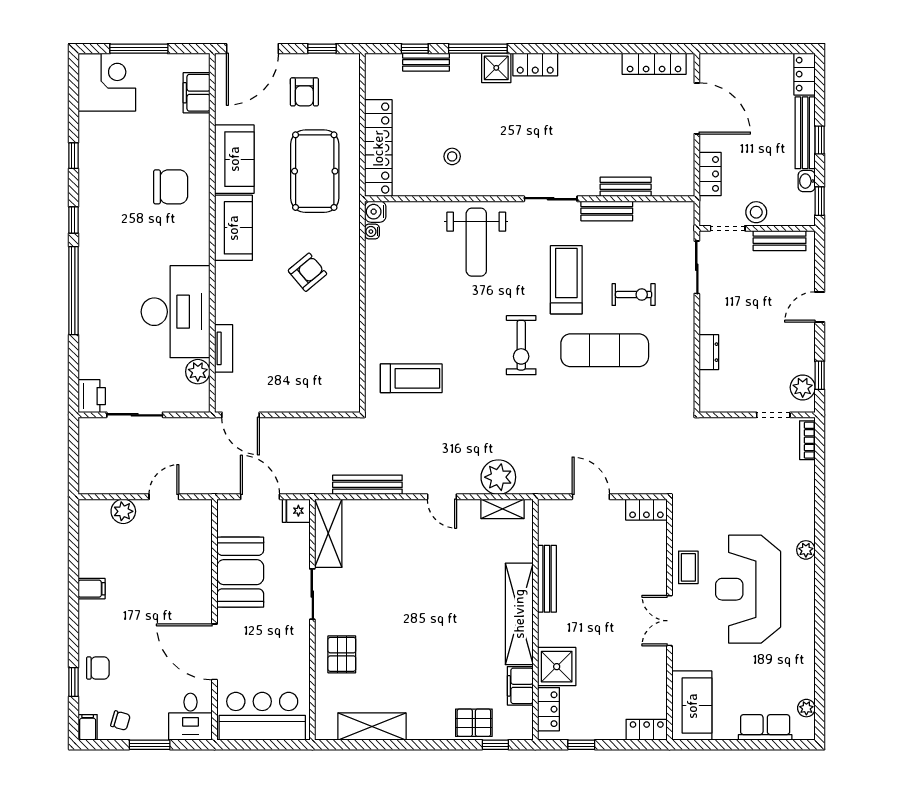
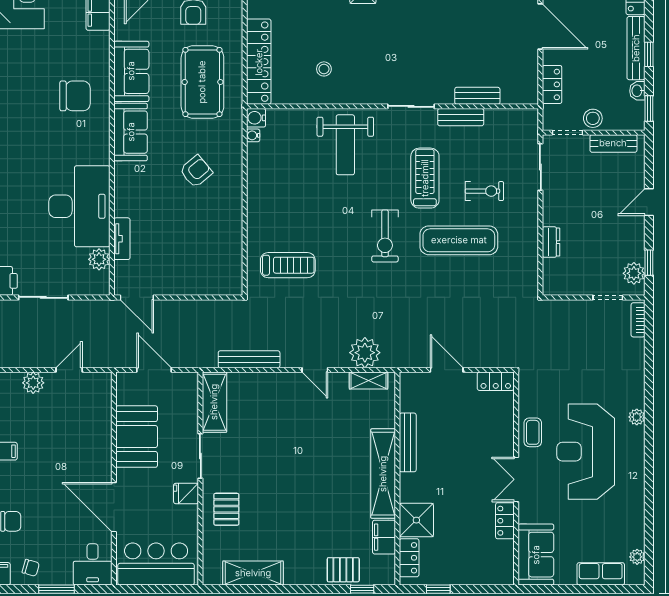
fridge: (296, 511) -> (186, 494), moved
locker: (647, 730) -> (505, 521), moved, turned -90

